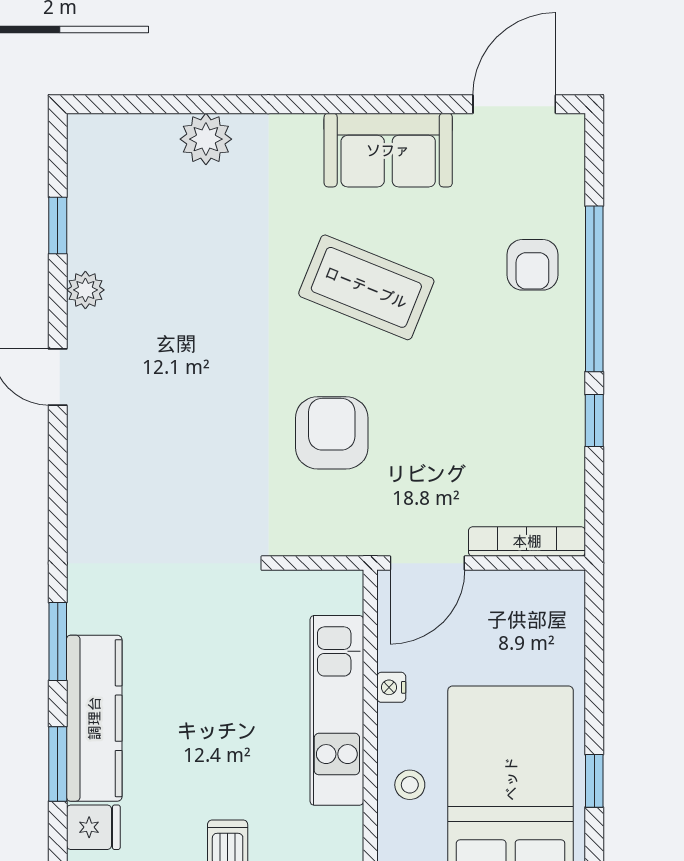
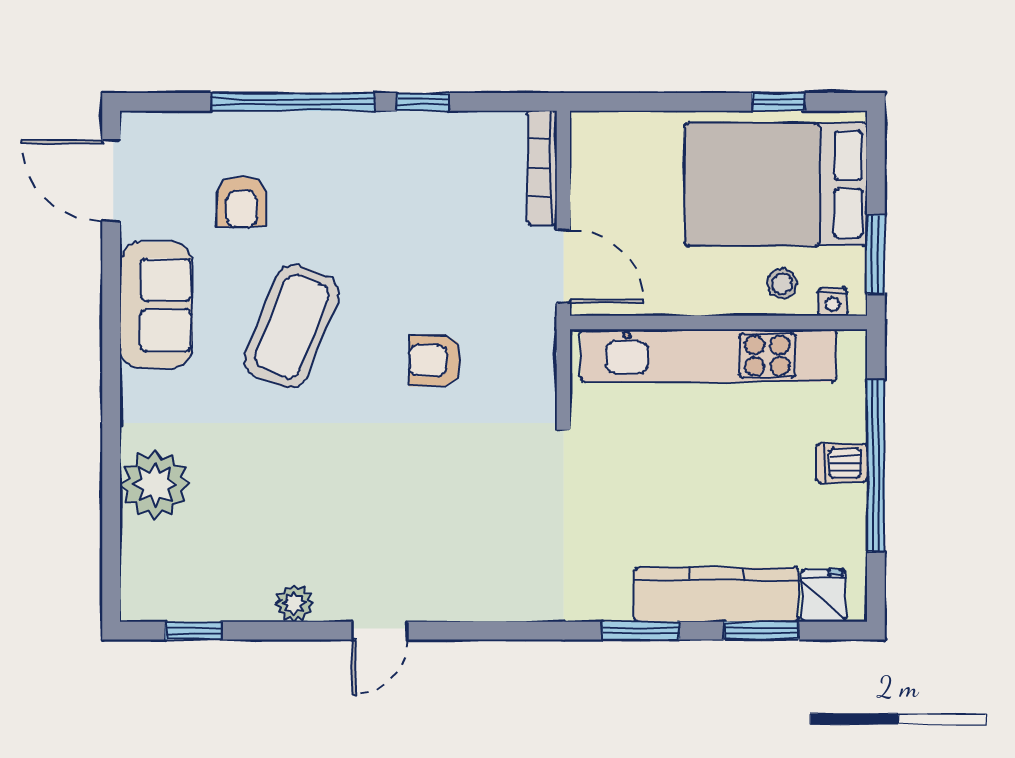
plant: (206, 139) -> (155, 485), width x1.36, depth x1.36
window: (58, 226) -> (194, 631), moved
armchair: (532, 265) -> (242, 202), moved, turned 90
armchair: (332, 433) -> (435, 361), width x0.72, depth x0.72
nightstand: (391, 687) -> (833, 302), moved
kitchen unit: (337, 710) -> (709, 355), width x1.36

